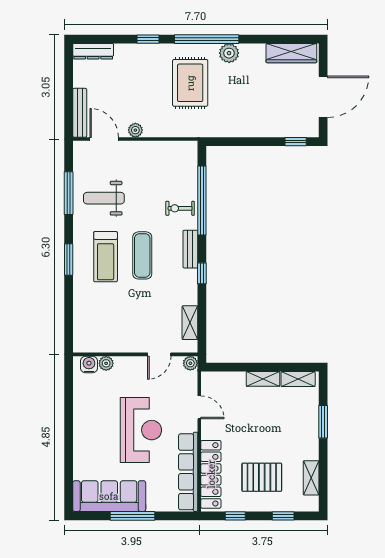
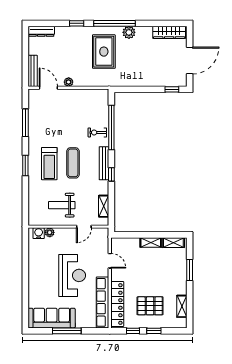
weight bench: (104, 198) -> (62, 205), moved
bench: (190, 249) -> (104, 163), width x1.36
plant: (190, 363) -> (104, 232), removed
window: (283, 516) -> (154, 331), moved

